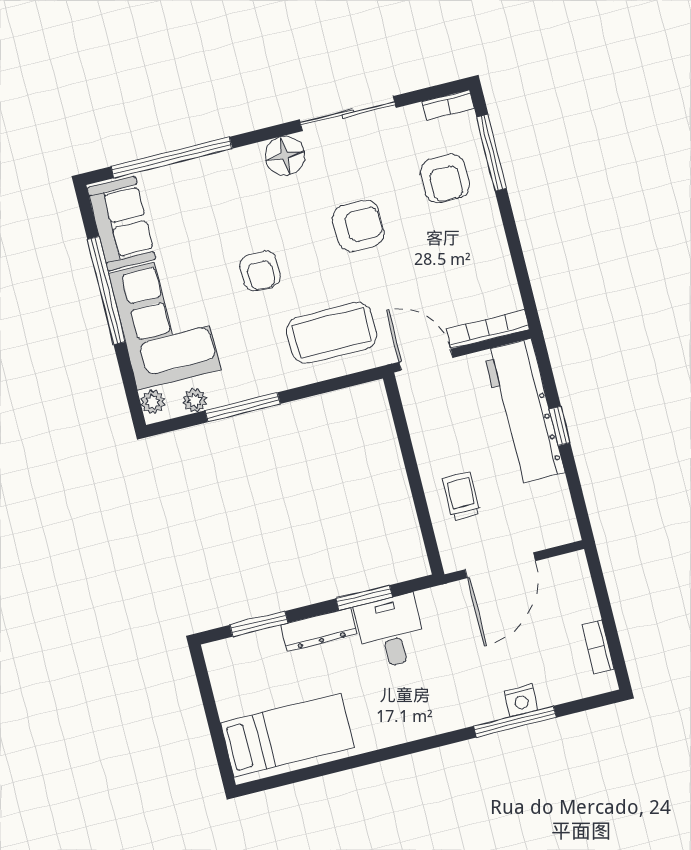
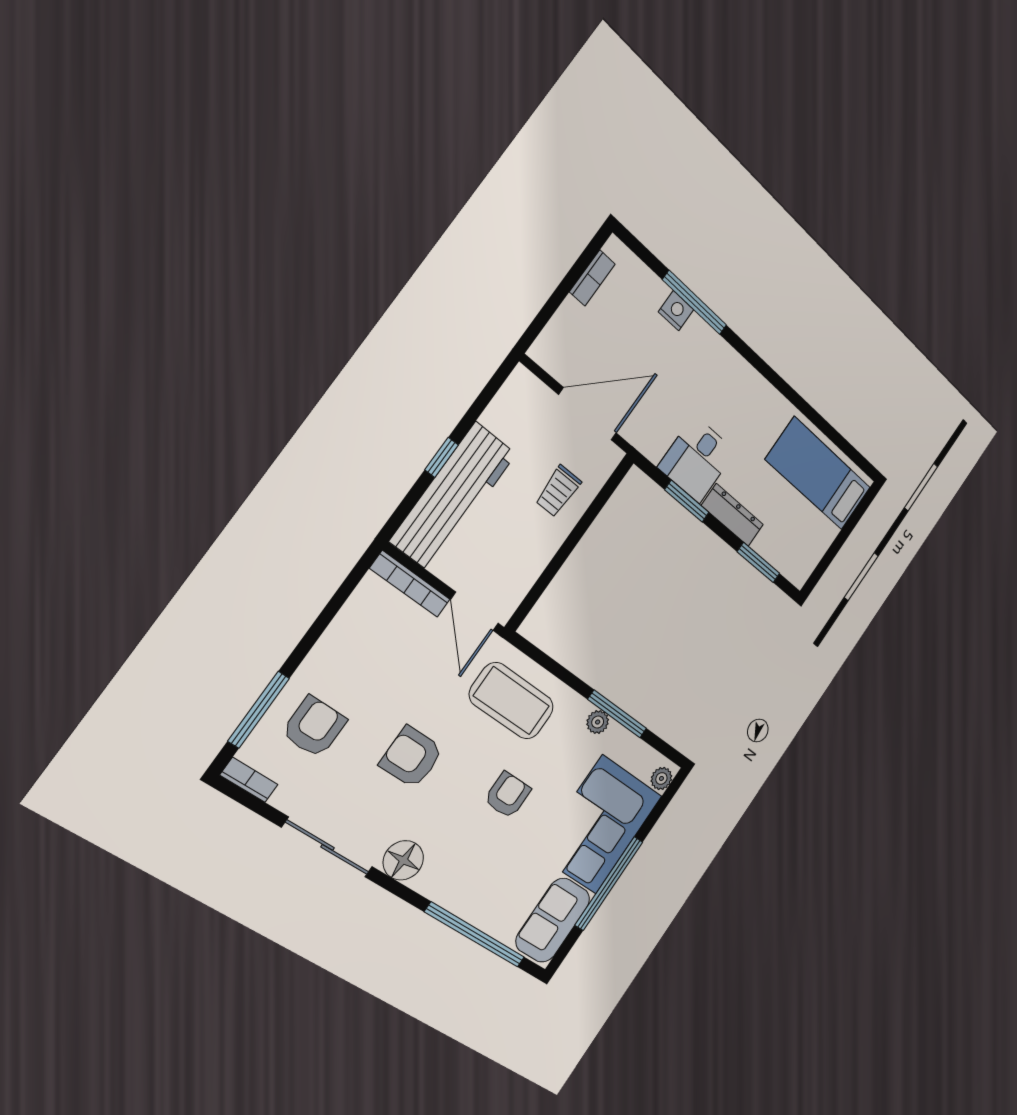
plant: (195, 400) -> (598, 722), moved

